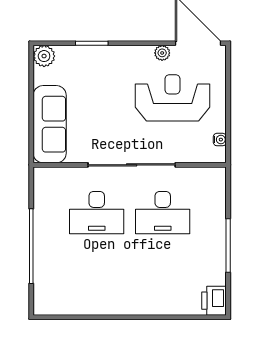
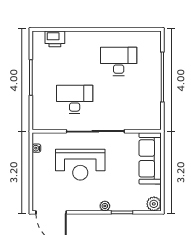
plant: (162, 53) -> (105, 206), moved
reception desk: (173, 98) -> (80, 165), moved
desk: (97, 213) -> (119, 61), moved
printer: (214, 301) -> (55, 39), moved, turned 90

